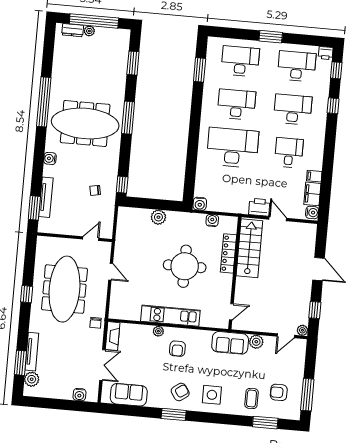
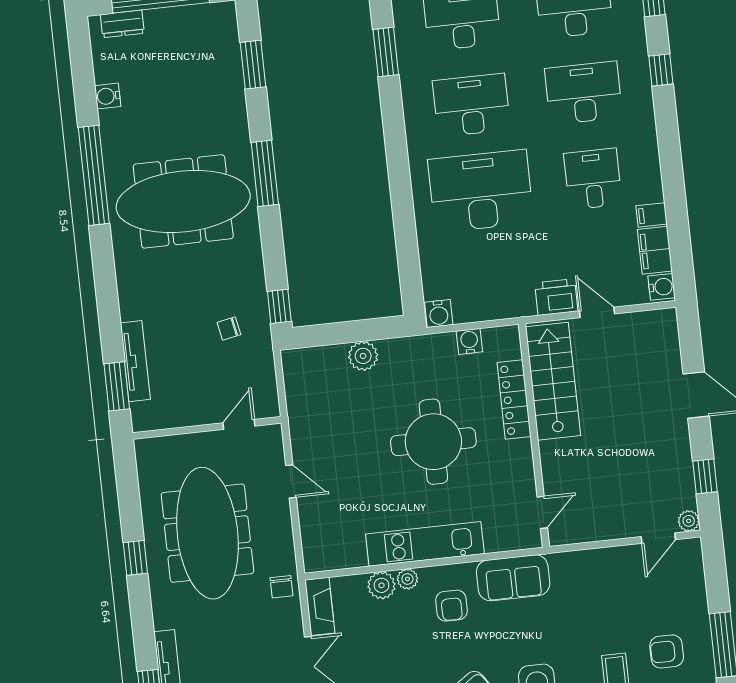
plant: (89, 31) -> (155, 19), removed
water cooler: (50, 158) -> (108, 96), moved
plant: (256, 342) -> (381, 585), moved
sofa: (230, 343) -> (513, 578), moved

